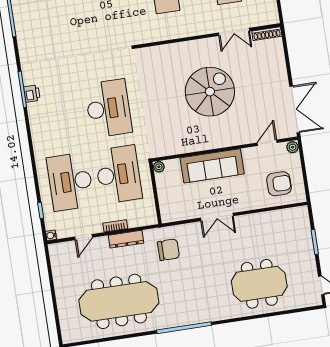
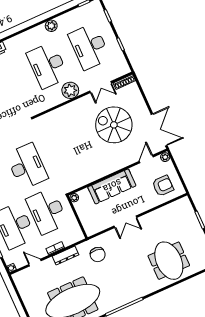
plant: (193, 25) -> (70, 90), added
spiral stairs: (210, 92) -> (114, 125), moved, turned -90
desk: (118, 174) -> (47, 211), turned 180
door: (84, 237) -> (35, 263), swing flipped
chair: (168, 250) -> (98, 255), turned 96
meeting table: (259, 284) -> (169, 261), turned 90

